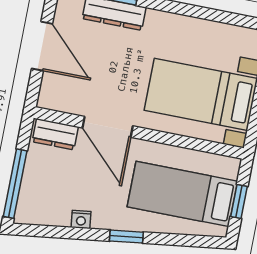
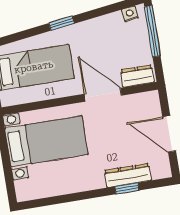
nightstand: (81, 219) -> (130, 14), moved

